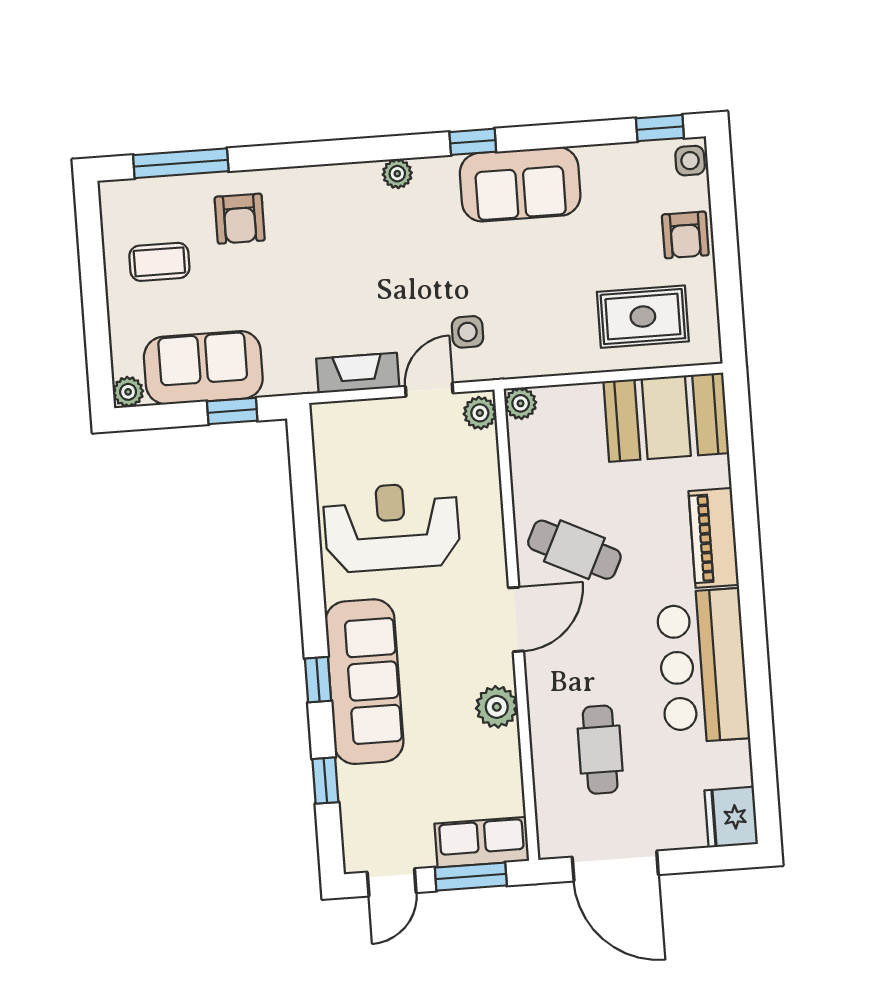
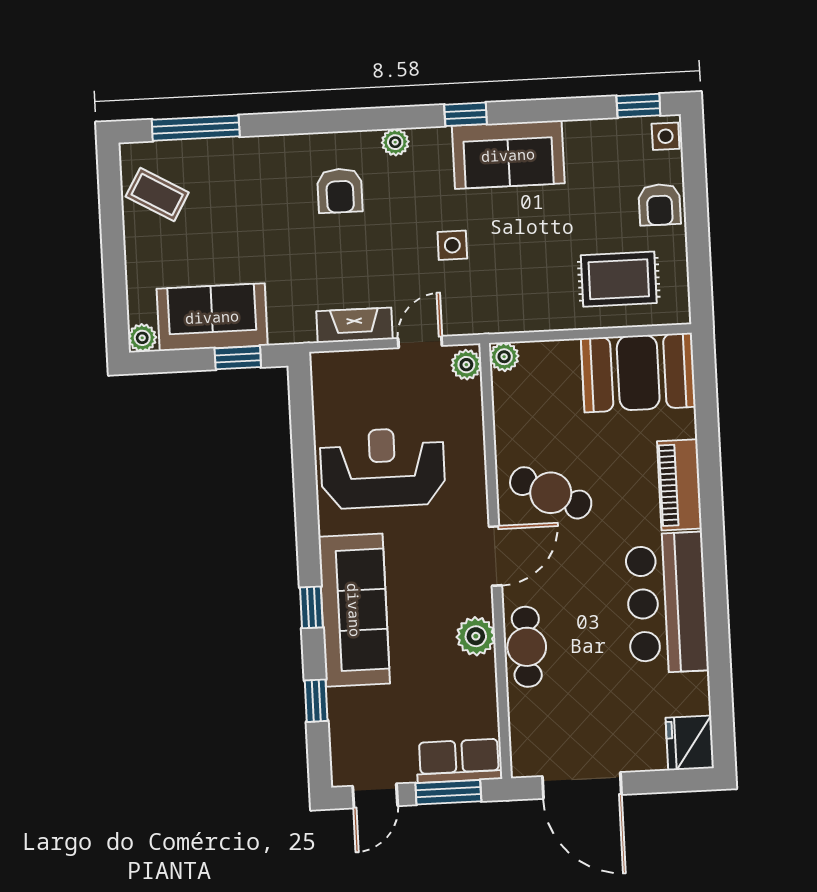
armchair: (240, 219) -> (340, 191), moved
coffee table: (159, 262) -> (157, 195), moved, turned 30
side table: (467, 332) -> (452, 245), moved
cafe table: (600, 750) -> (527, 647), moved

